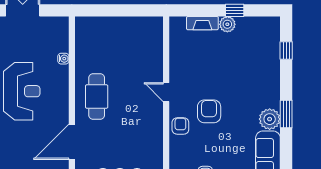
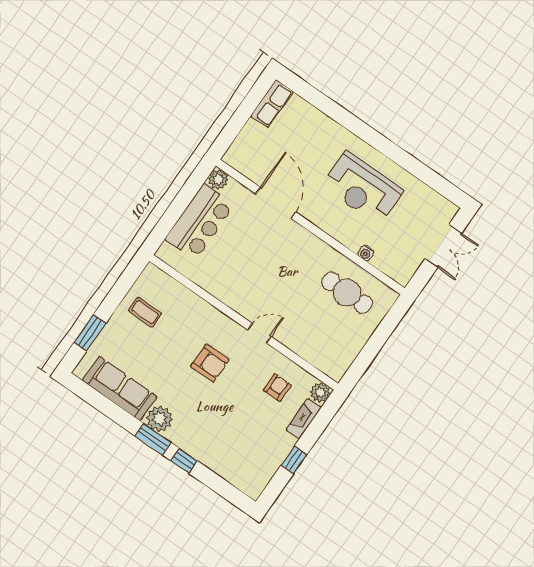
plant: (227, 24) -> (320, 392), moved
window: (286, 50) -> (184, 461), moved
cafe table: (97, 96) -> (347, 293), moved
armchair: (180, 126) -> (277, 388), moved, turned -90

